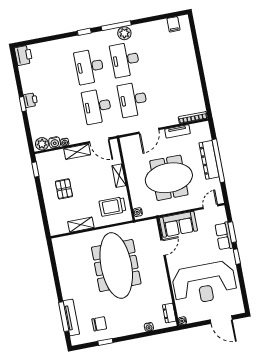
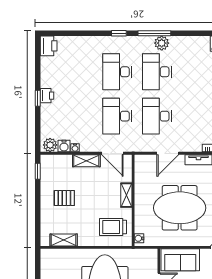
pallet: (64, 189) -> (64, 198), turned 90
shelving: (81, 225) -> (64, 240), moved

